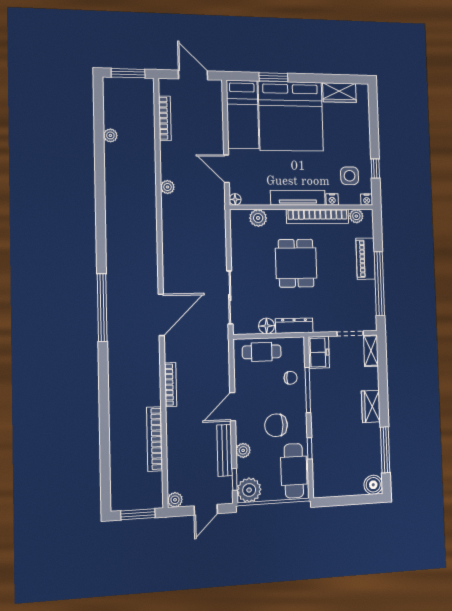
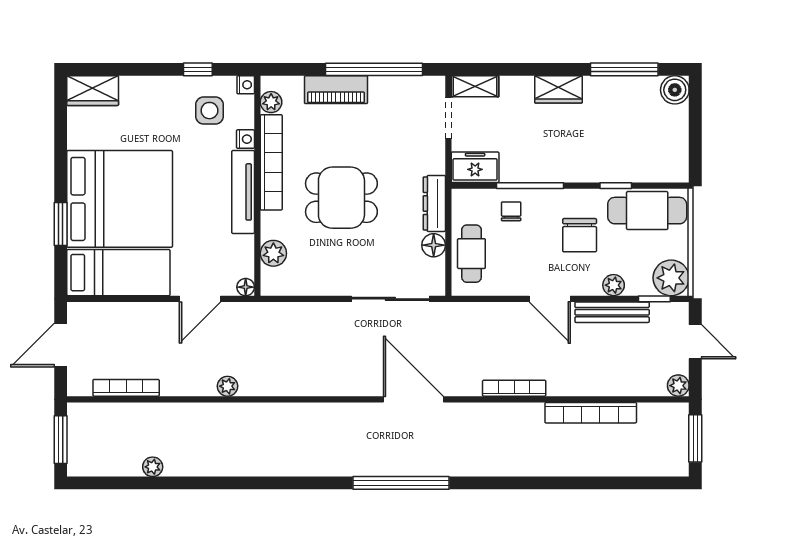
wardrobe: (339, 93) -> (93, 91), moved, turned 90

